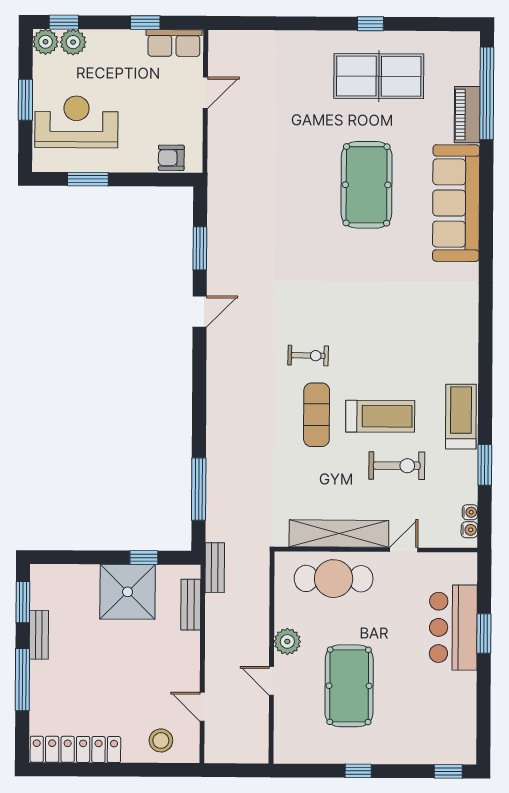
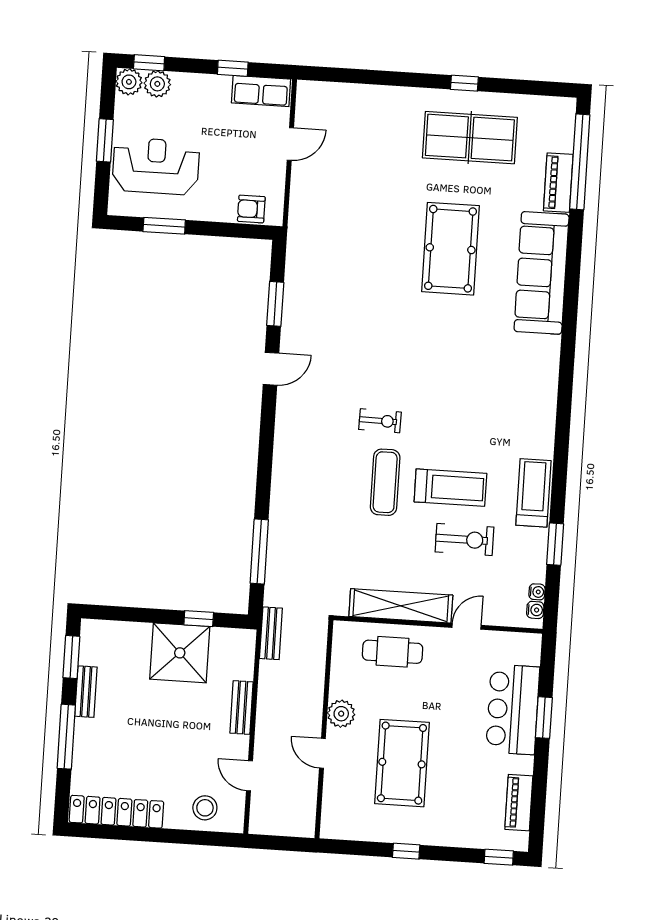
cafe table: (334, 579) -> (393, 652), width x0.73, depth x0.74
bench: (191, 605) -> (241, 708), moved
piano: (465, 717) -> (519, 803), added

